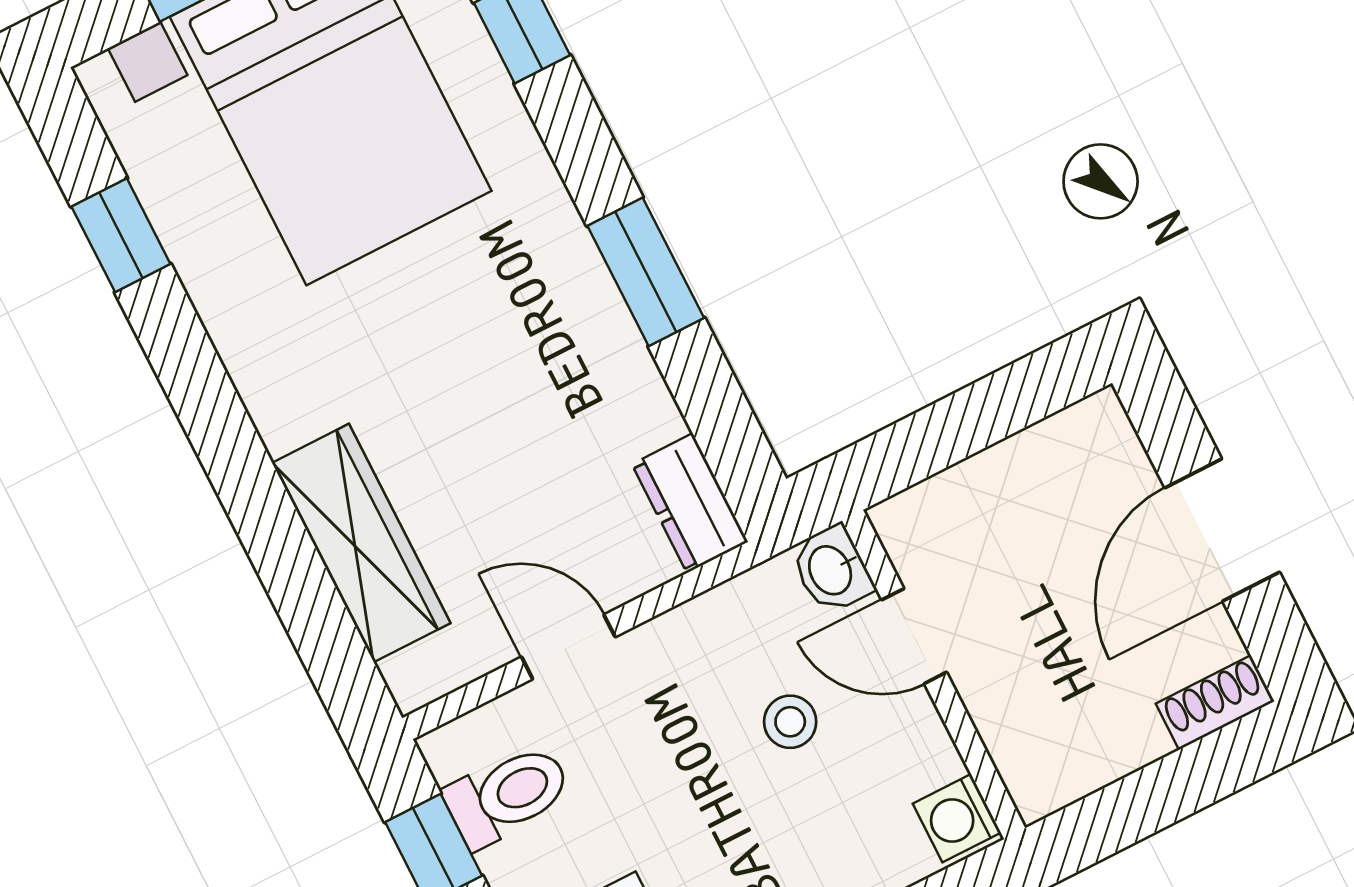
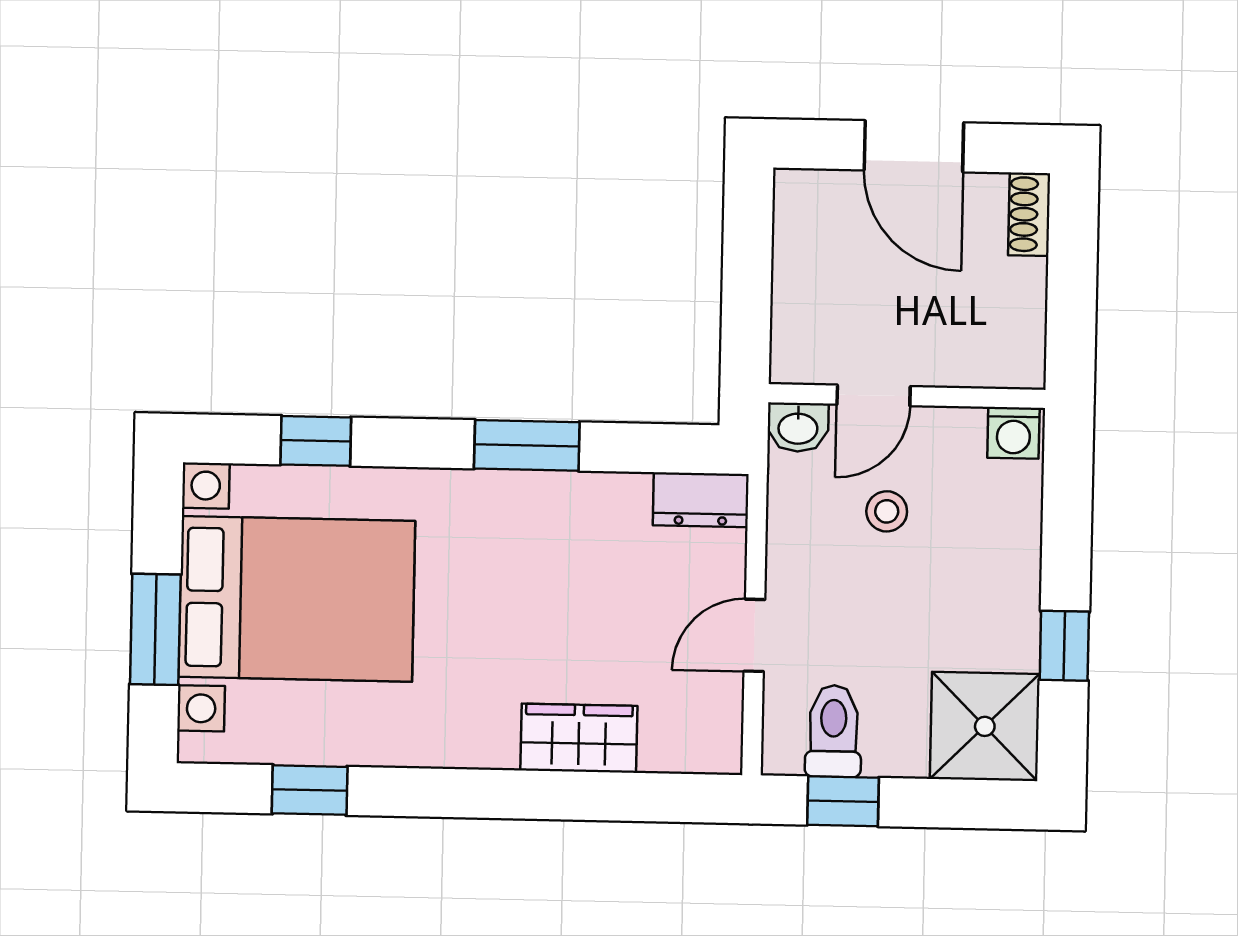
wardrobe: (361, 543) -> (579, 738), width x0.67

